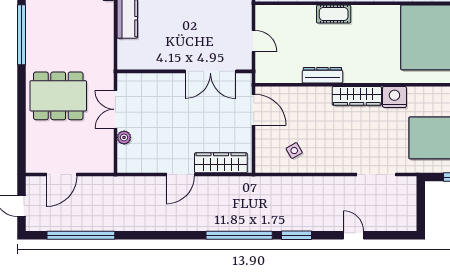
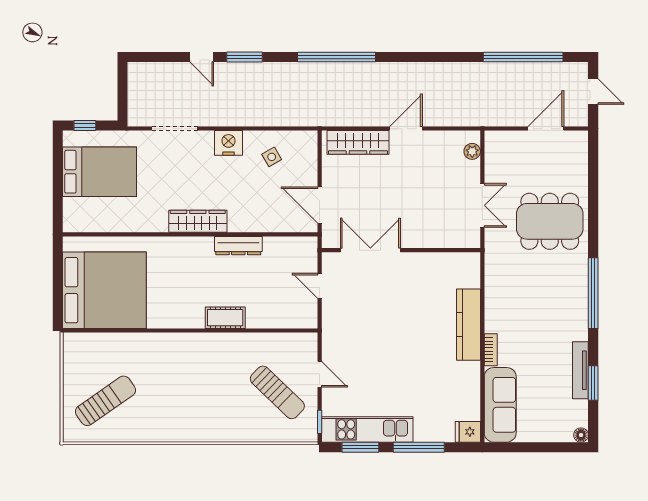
nightstand: (394, 97) -> (228, 143), moved, turned 180
plant: (124, 137) -> (472, 151), moved
window: (296, 235) -> (244, 57), moved

